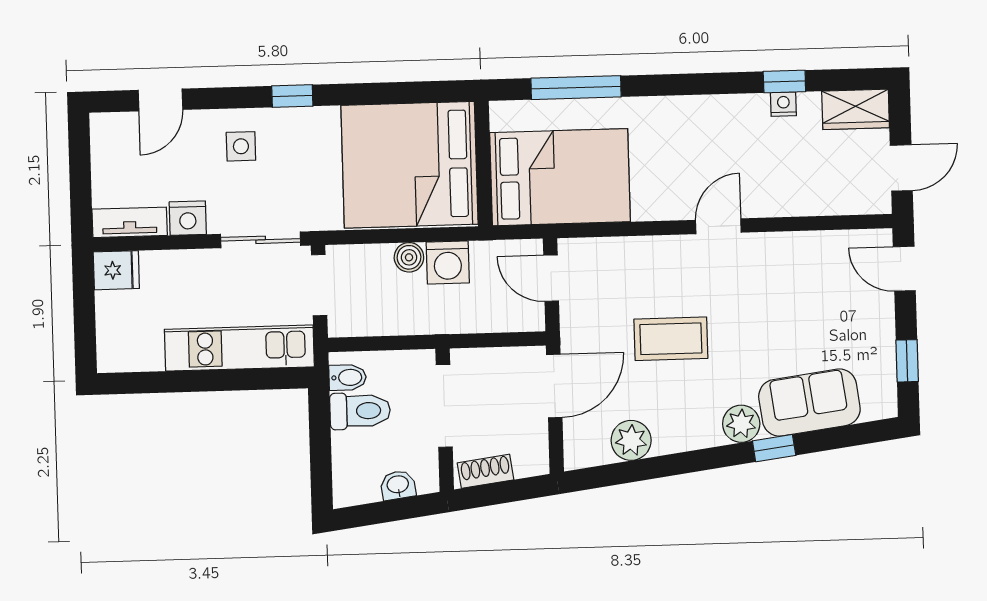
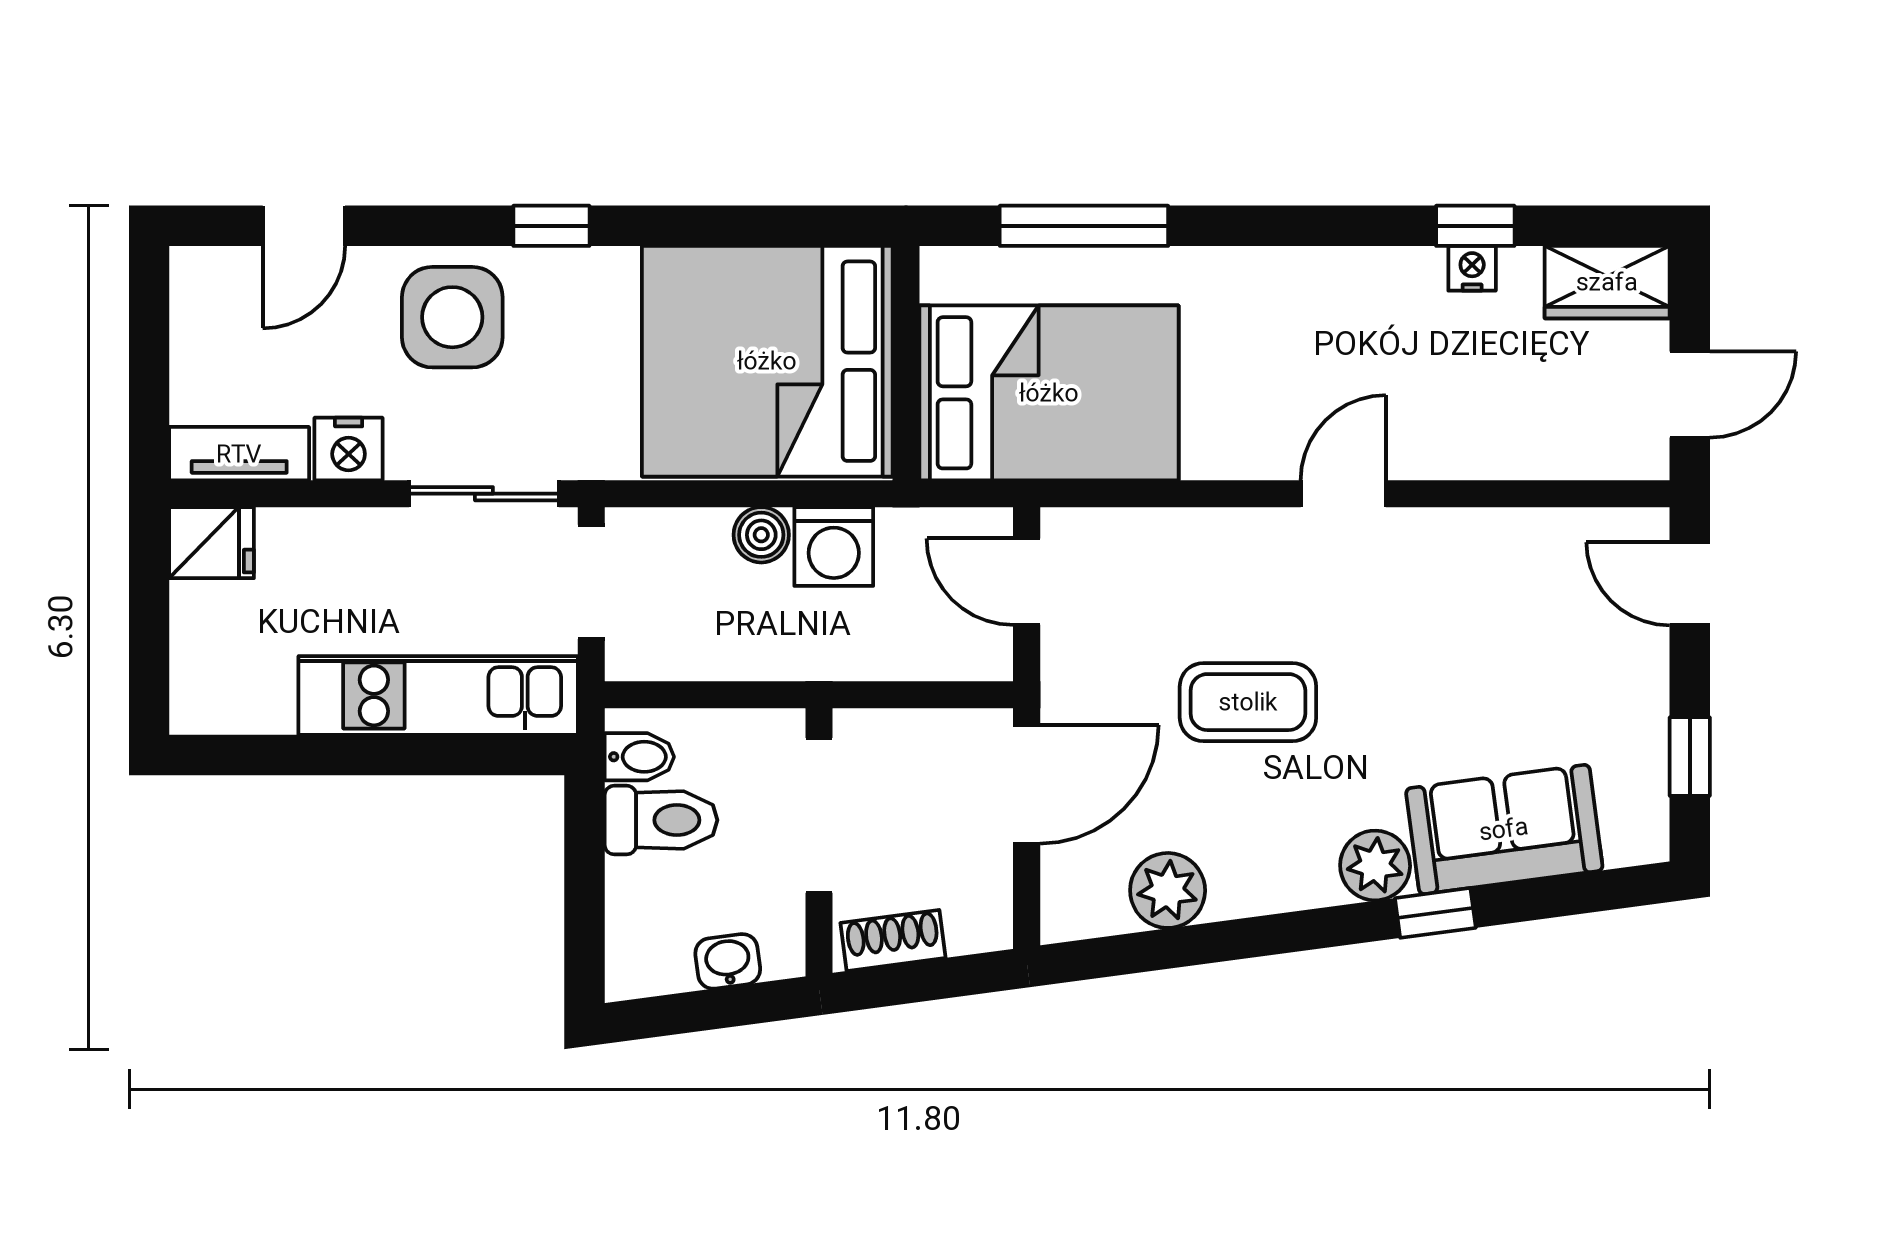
side table: (241, 146) -> (452, 317), width x1.87, depth x1.87

